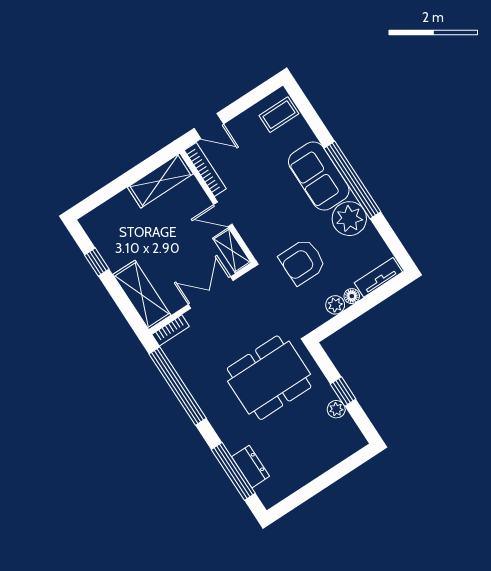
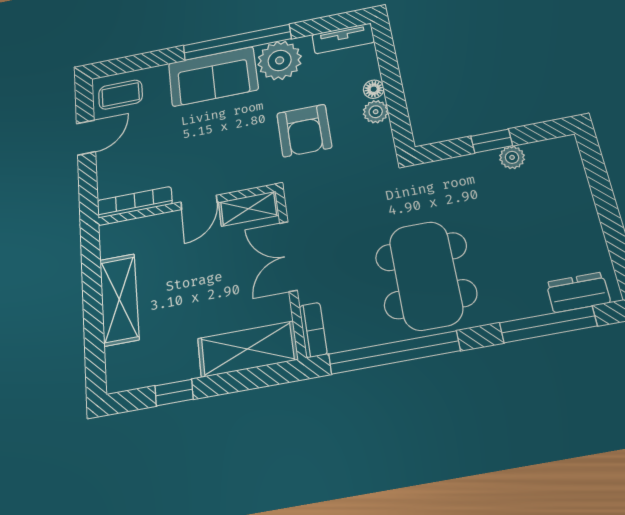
coffee table: (279, 115) -> (121, 95), turned 90
door: (209, 126) -> (86, 138), moved
shelving: (160, 180) -> (119, 299), moved
tv unit: (378, 277) -> (343, 38), moved, turned -90
dining table: (269, 378) -> (426, 275), moved
dresser: (251, 467) -> (578, 292), moved

